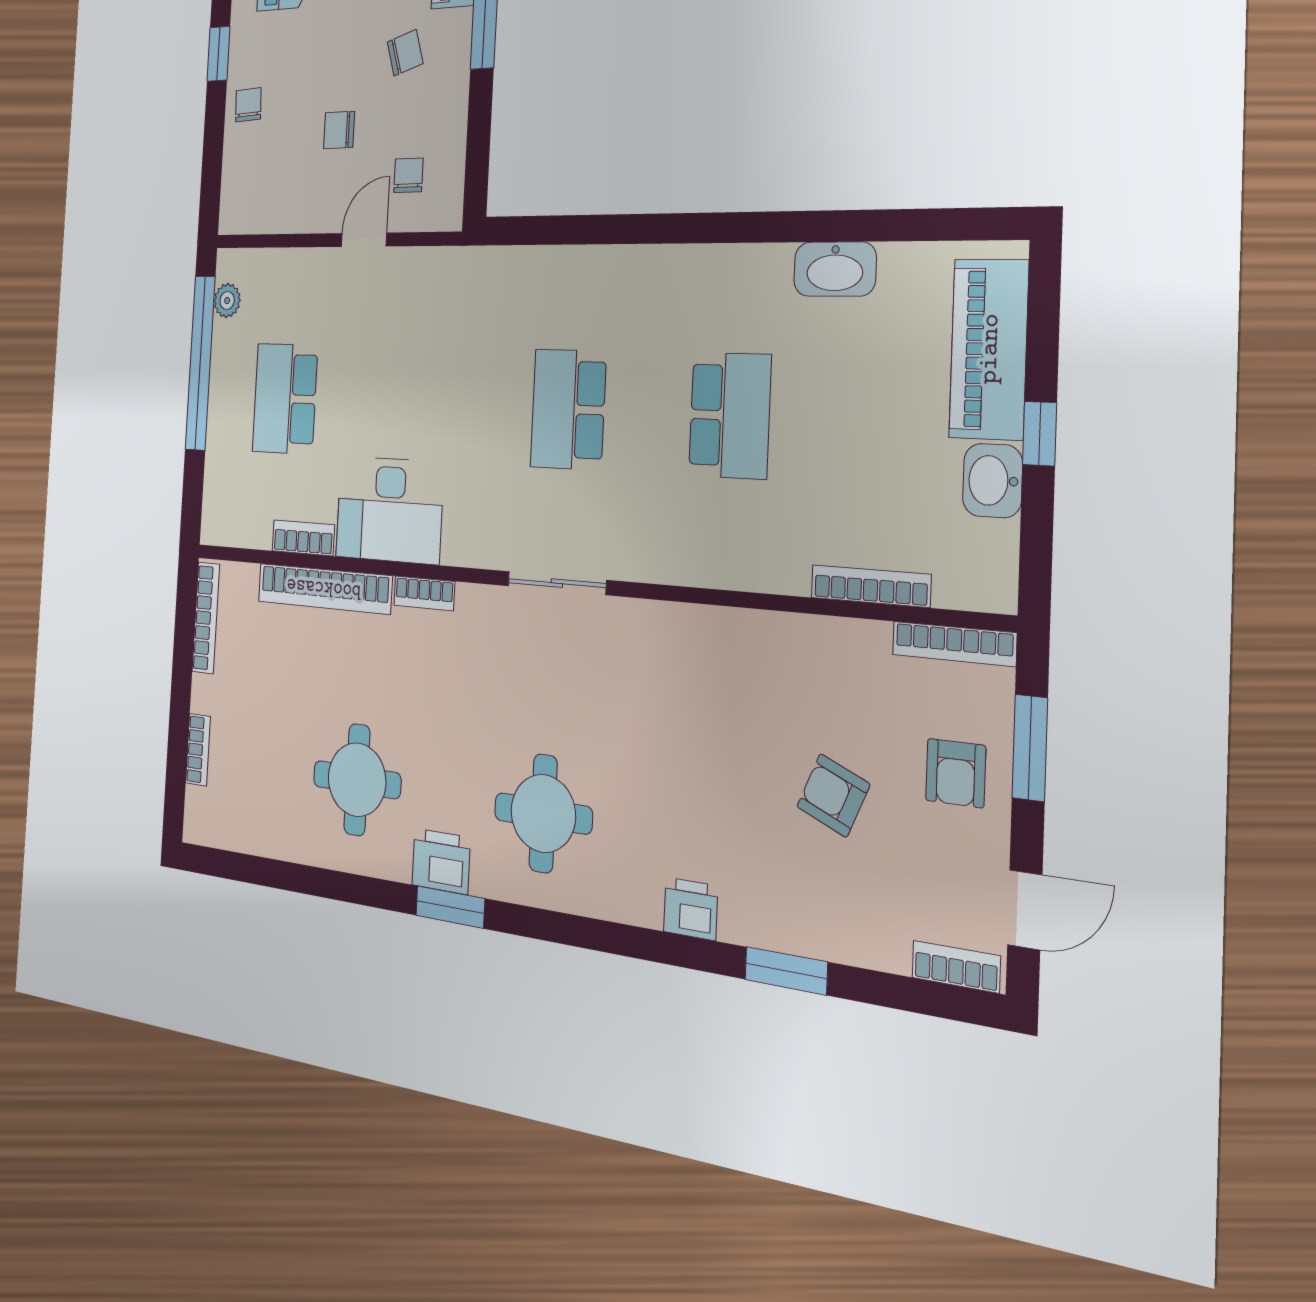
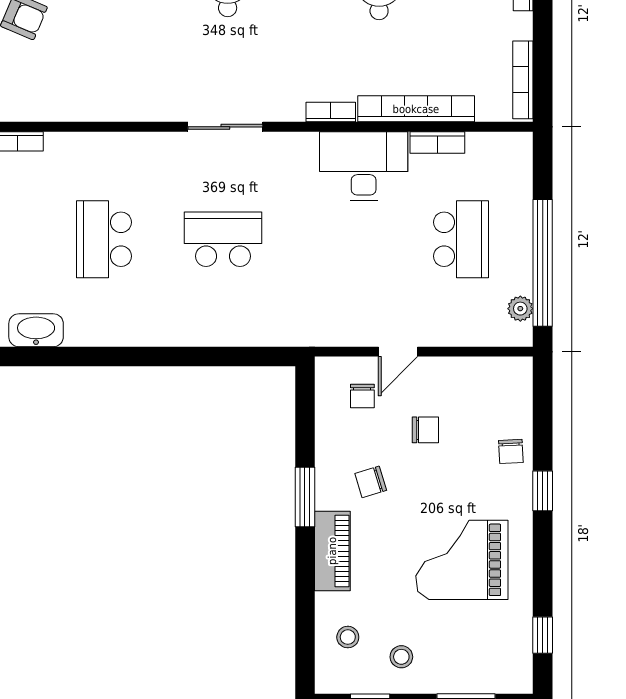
school desk: (568, 409) -> (223, 239), turned -90

